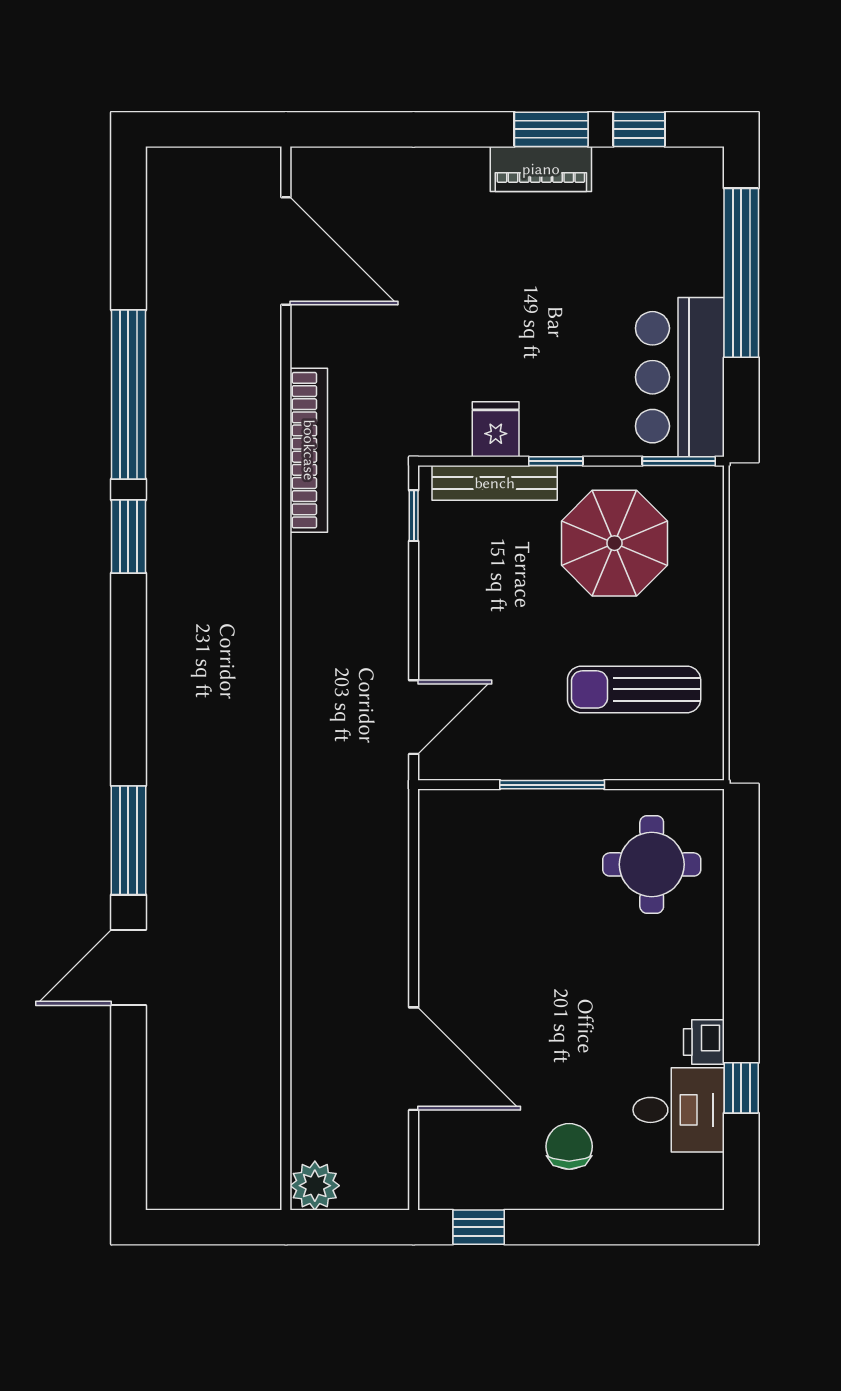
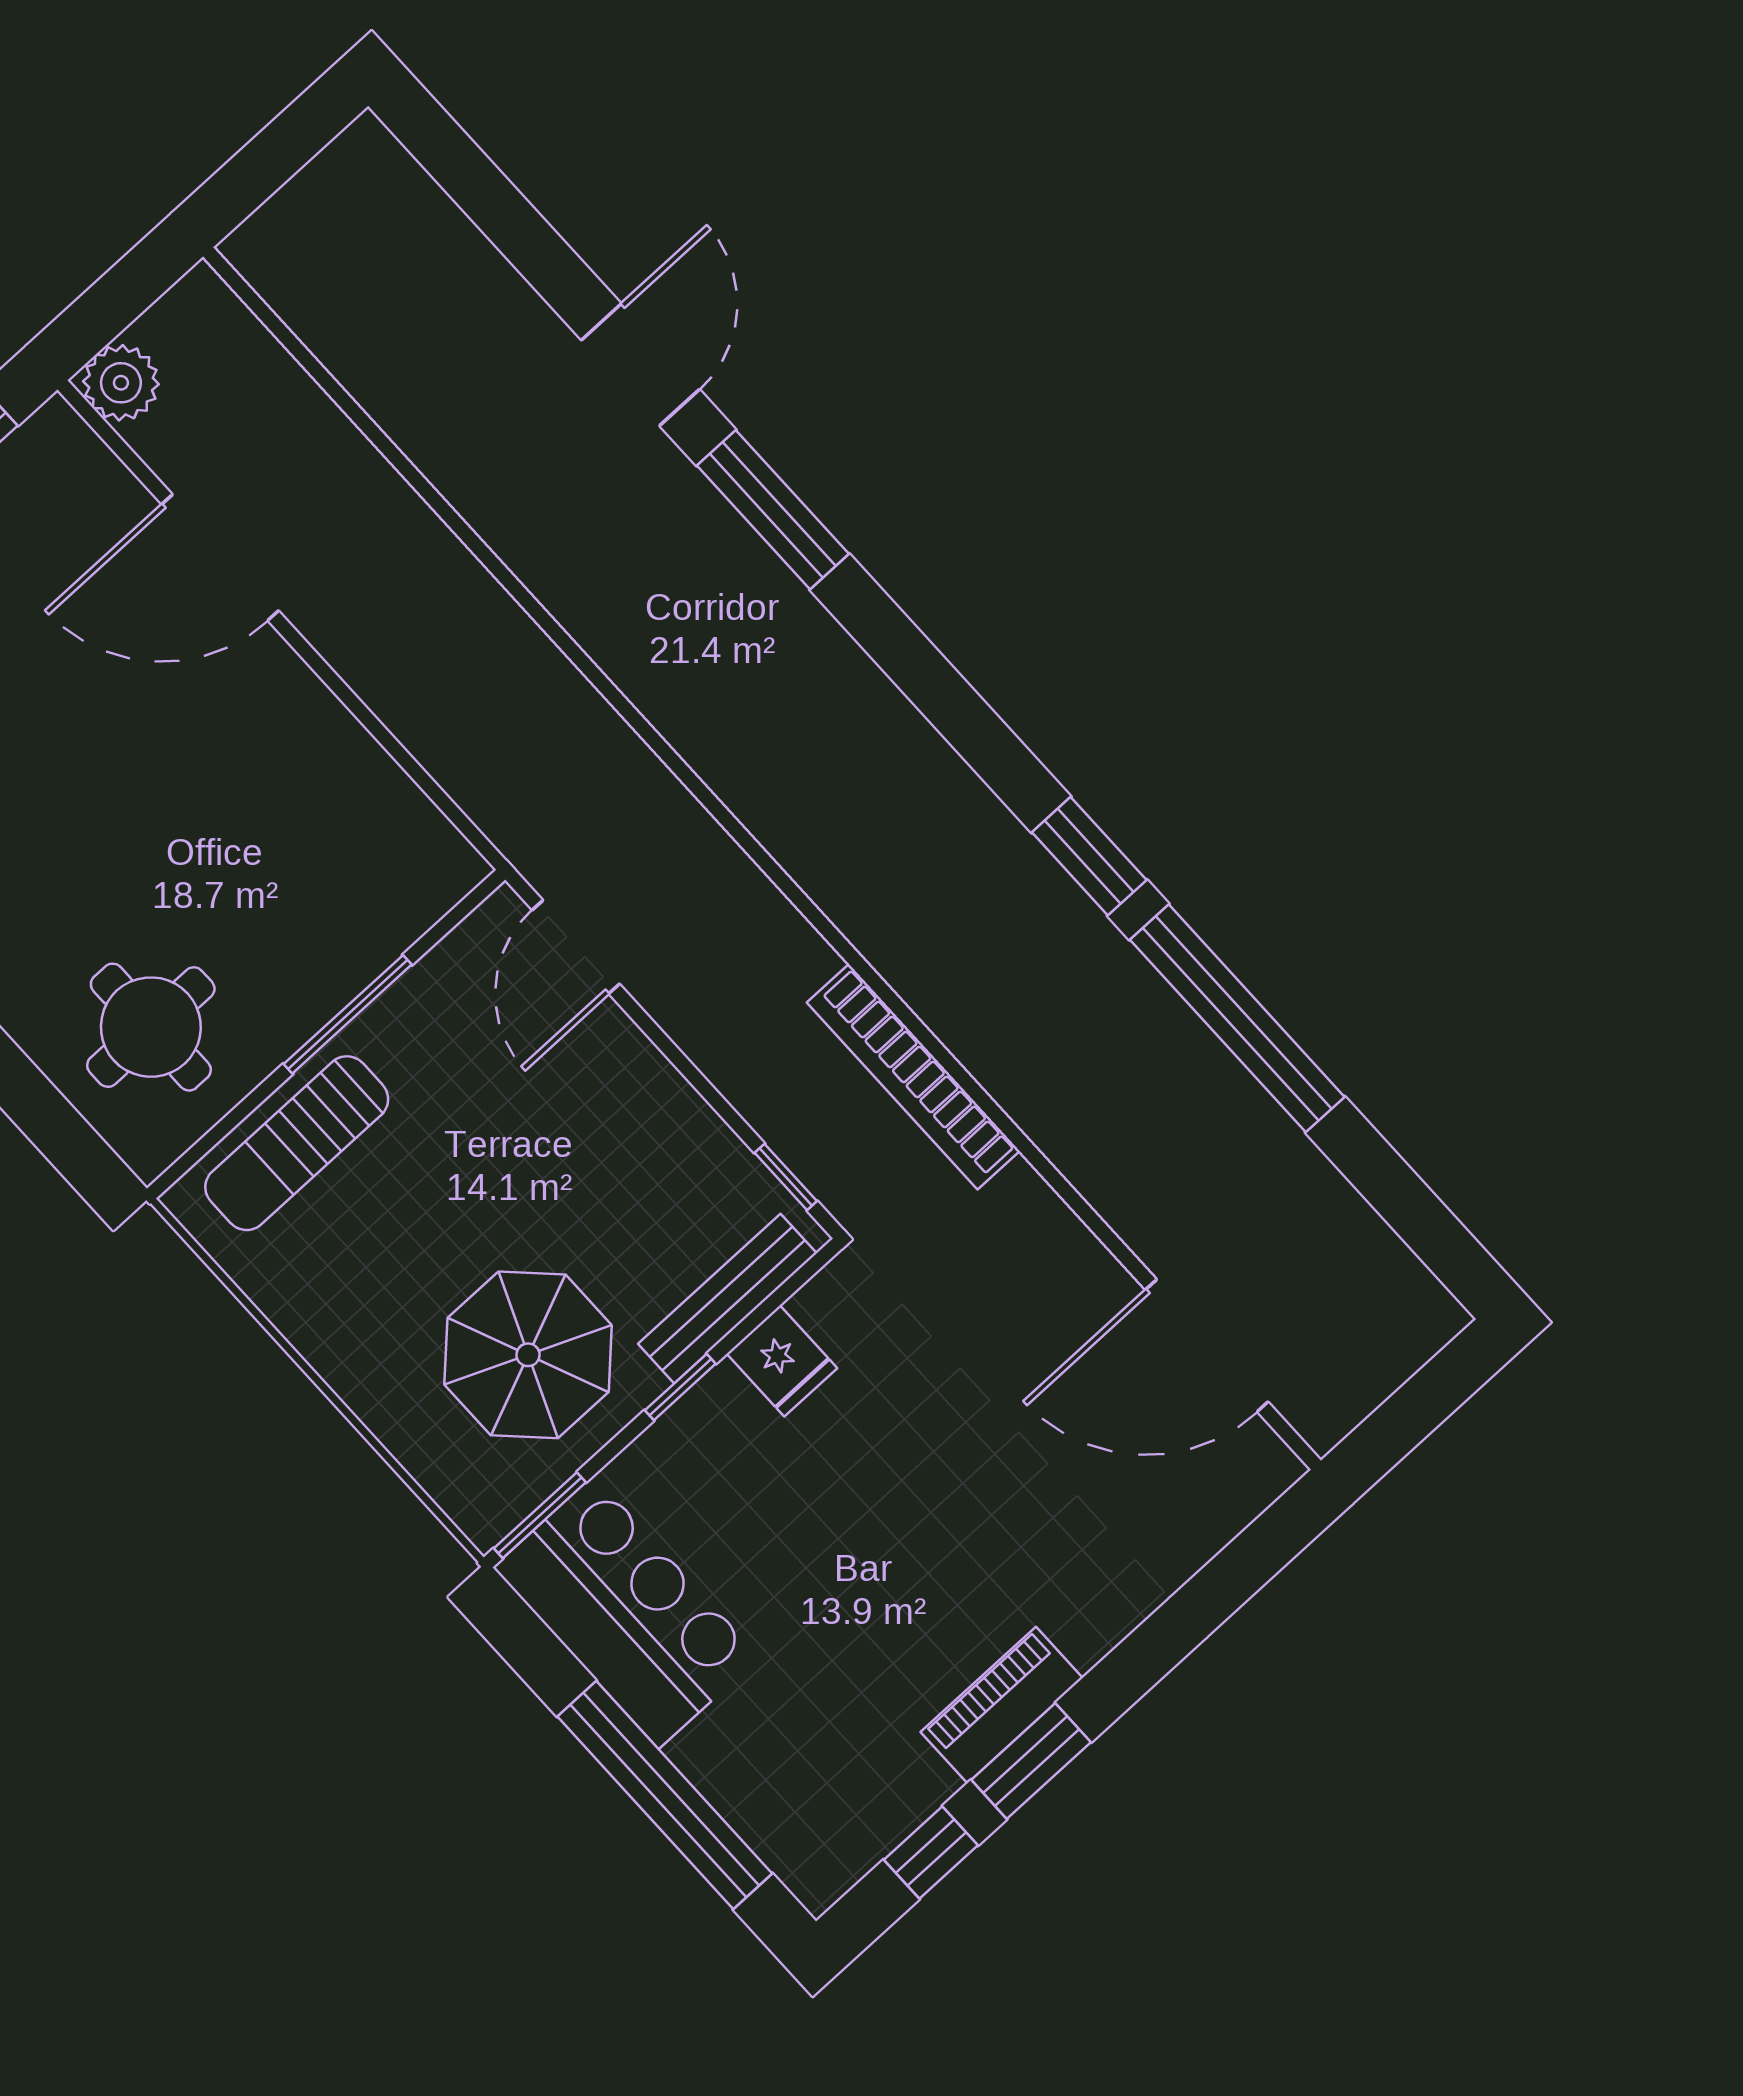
bookcase: (309, 450) -> (913, 1077), moved
sun lounger: (634, 689) -> (297, 1143), moved, turned 180
plant: (315, 1186) -> (121, 383), moved

